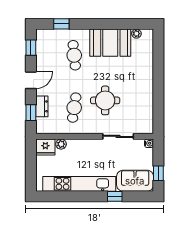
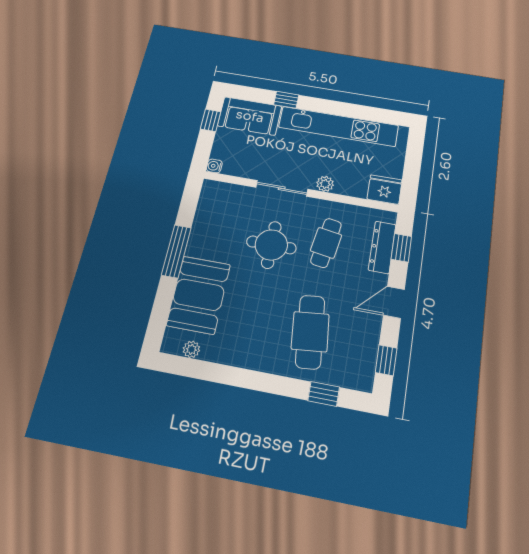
booth: (110, 43) -> (199, 295), moved, turned 90
cafe table: (74, 55) -> (310, 332), width x1.37, depth x1.35
window: (158, 86) -> (176, 251), added
dresser: (42, 106) -> (382, 247), width x1.44
sliding door: (118, 136) -> (282, 188), moved
plant: (61, 144) -> (325, 184), moved

